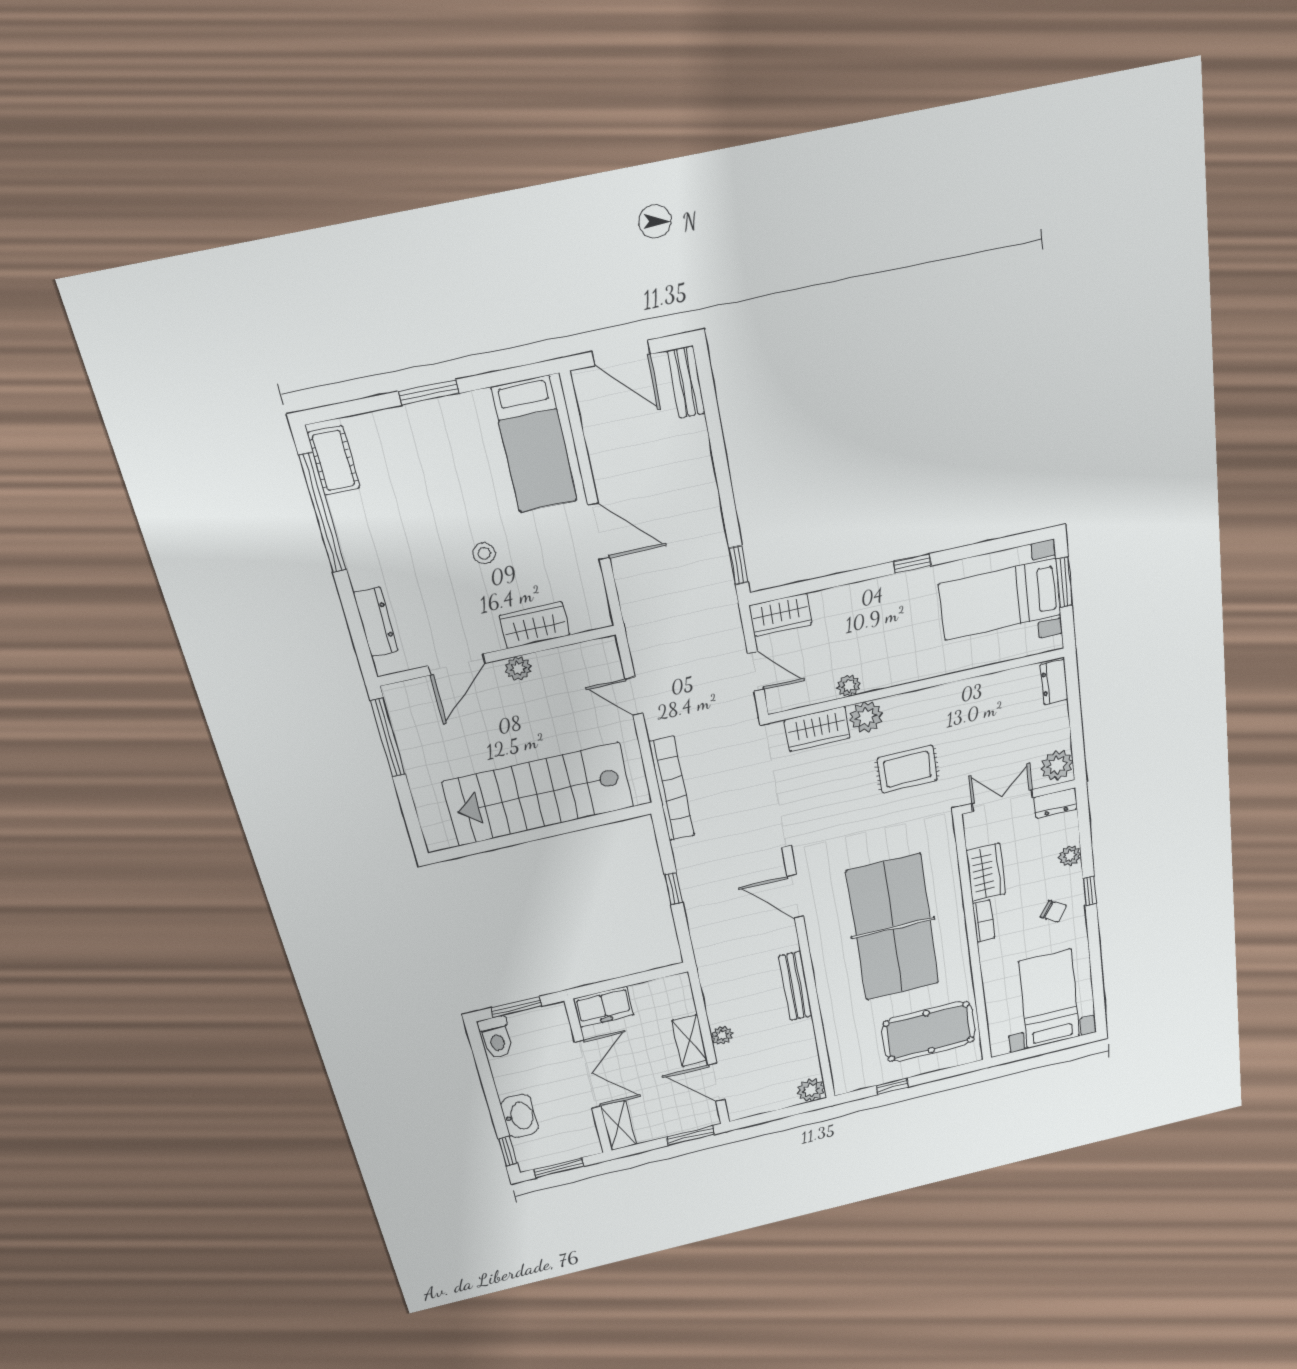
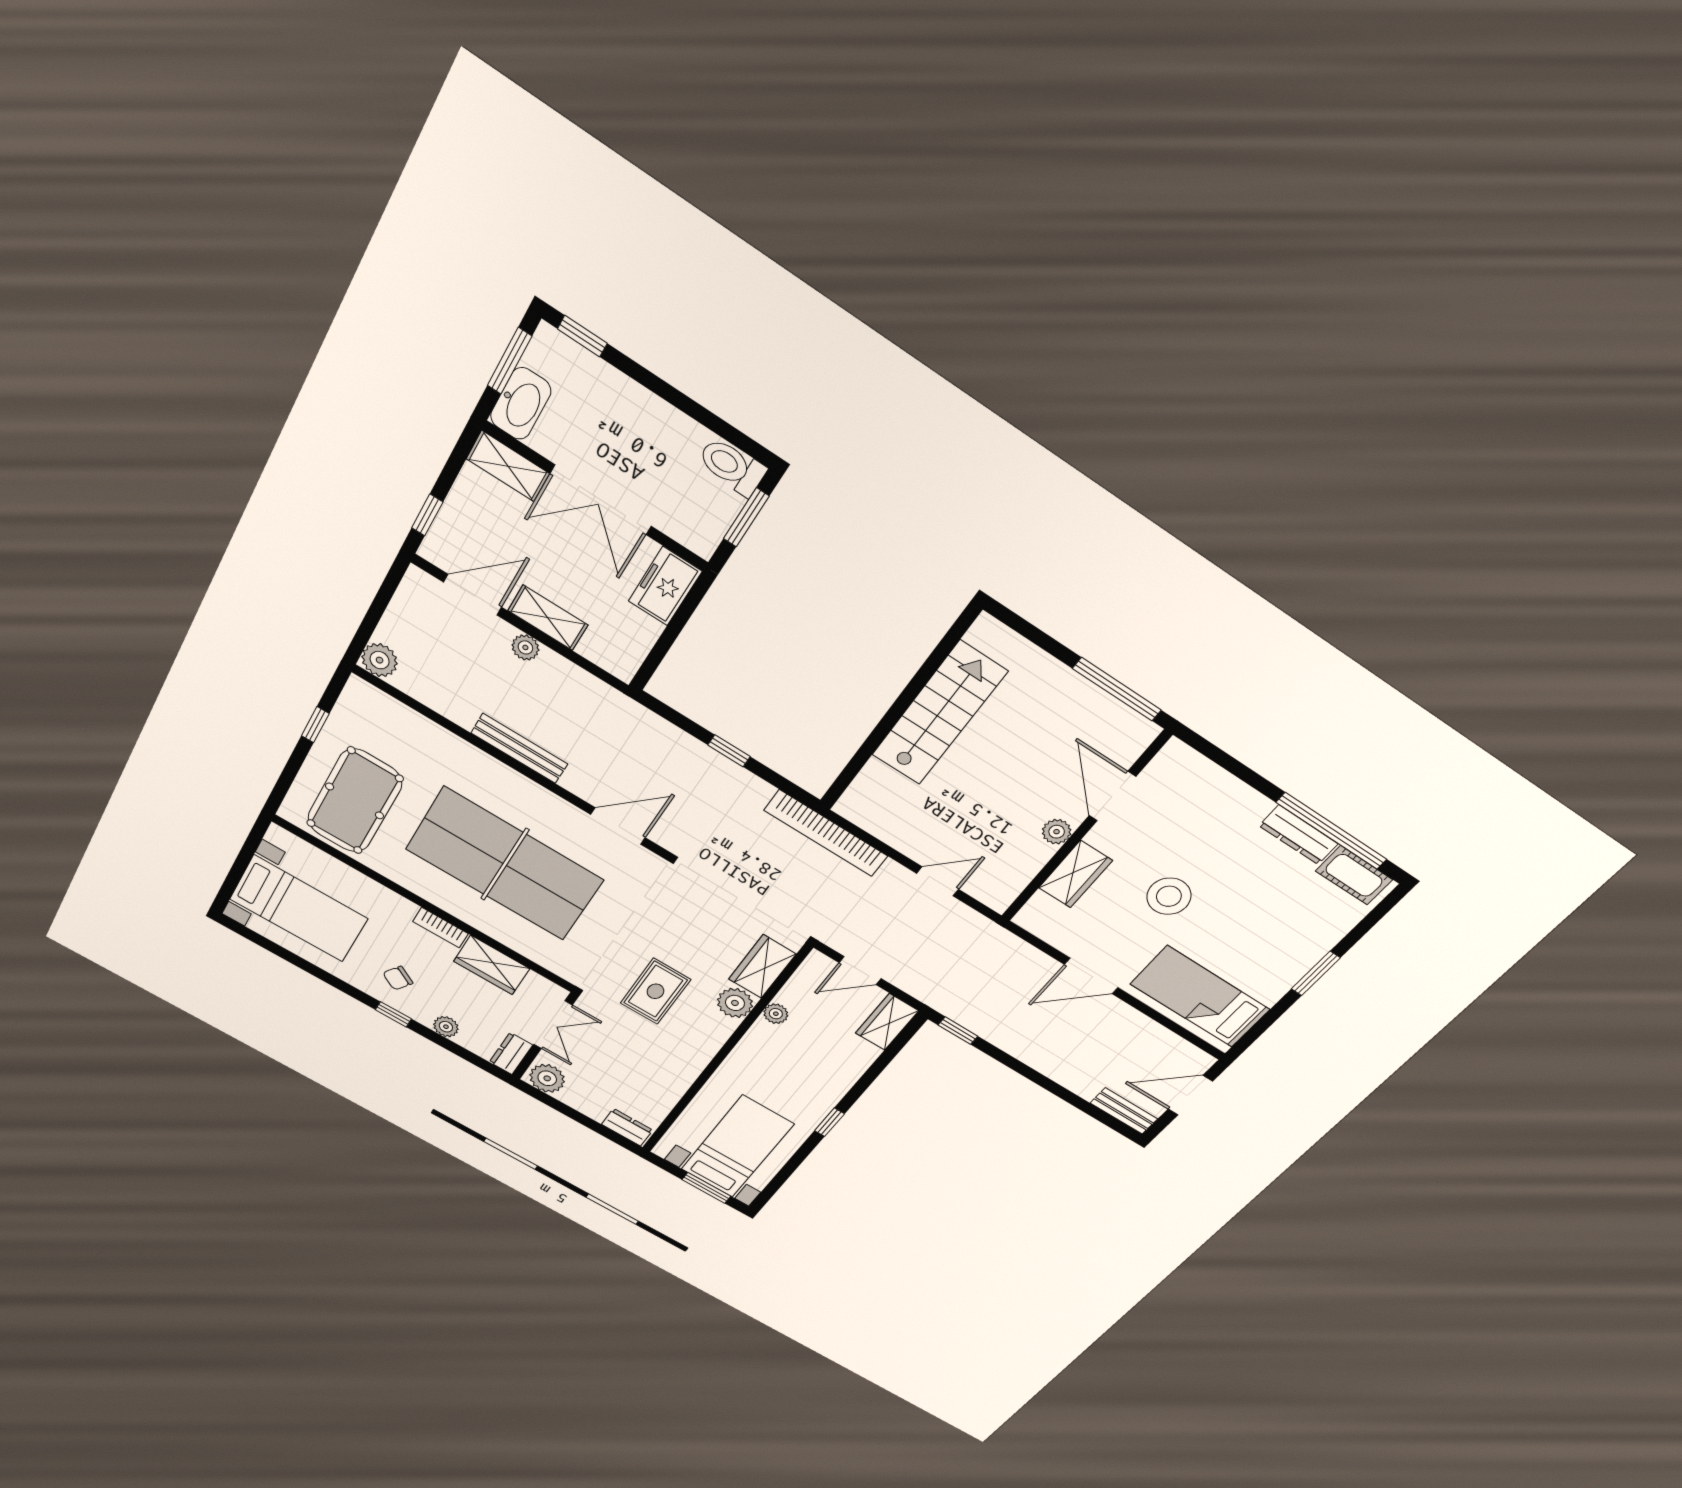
stool: (484, 553) -> (1169, 896), width x1.89, depth x1.89
dresser: (376, 622) -> (1299, 835), moved
stairs: (539, 794) -> (939, 713), width x0.73, depth x0.66
washbasin: (520, 1116) -> (521, 404), moved, turned -90
window: (690, 1136) -> (427, 515), width x0.67

